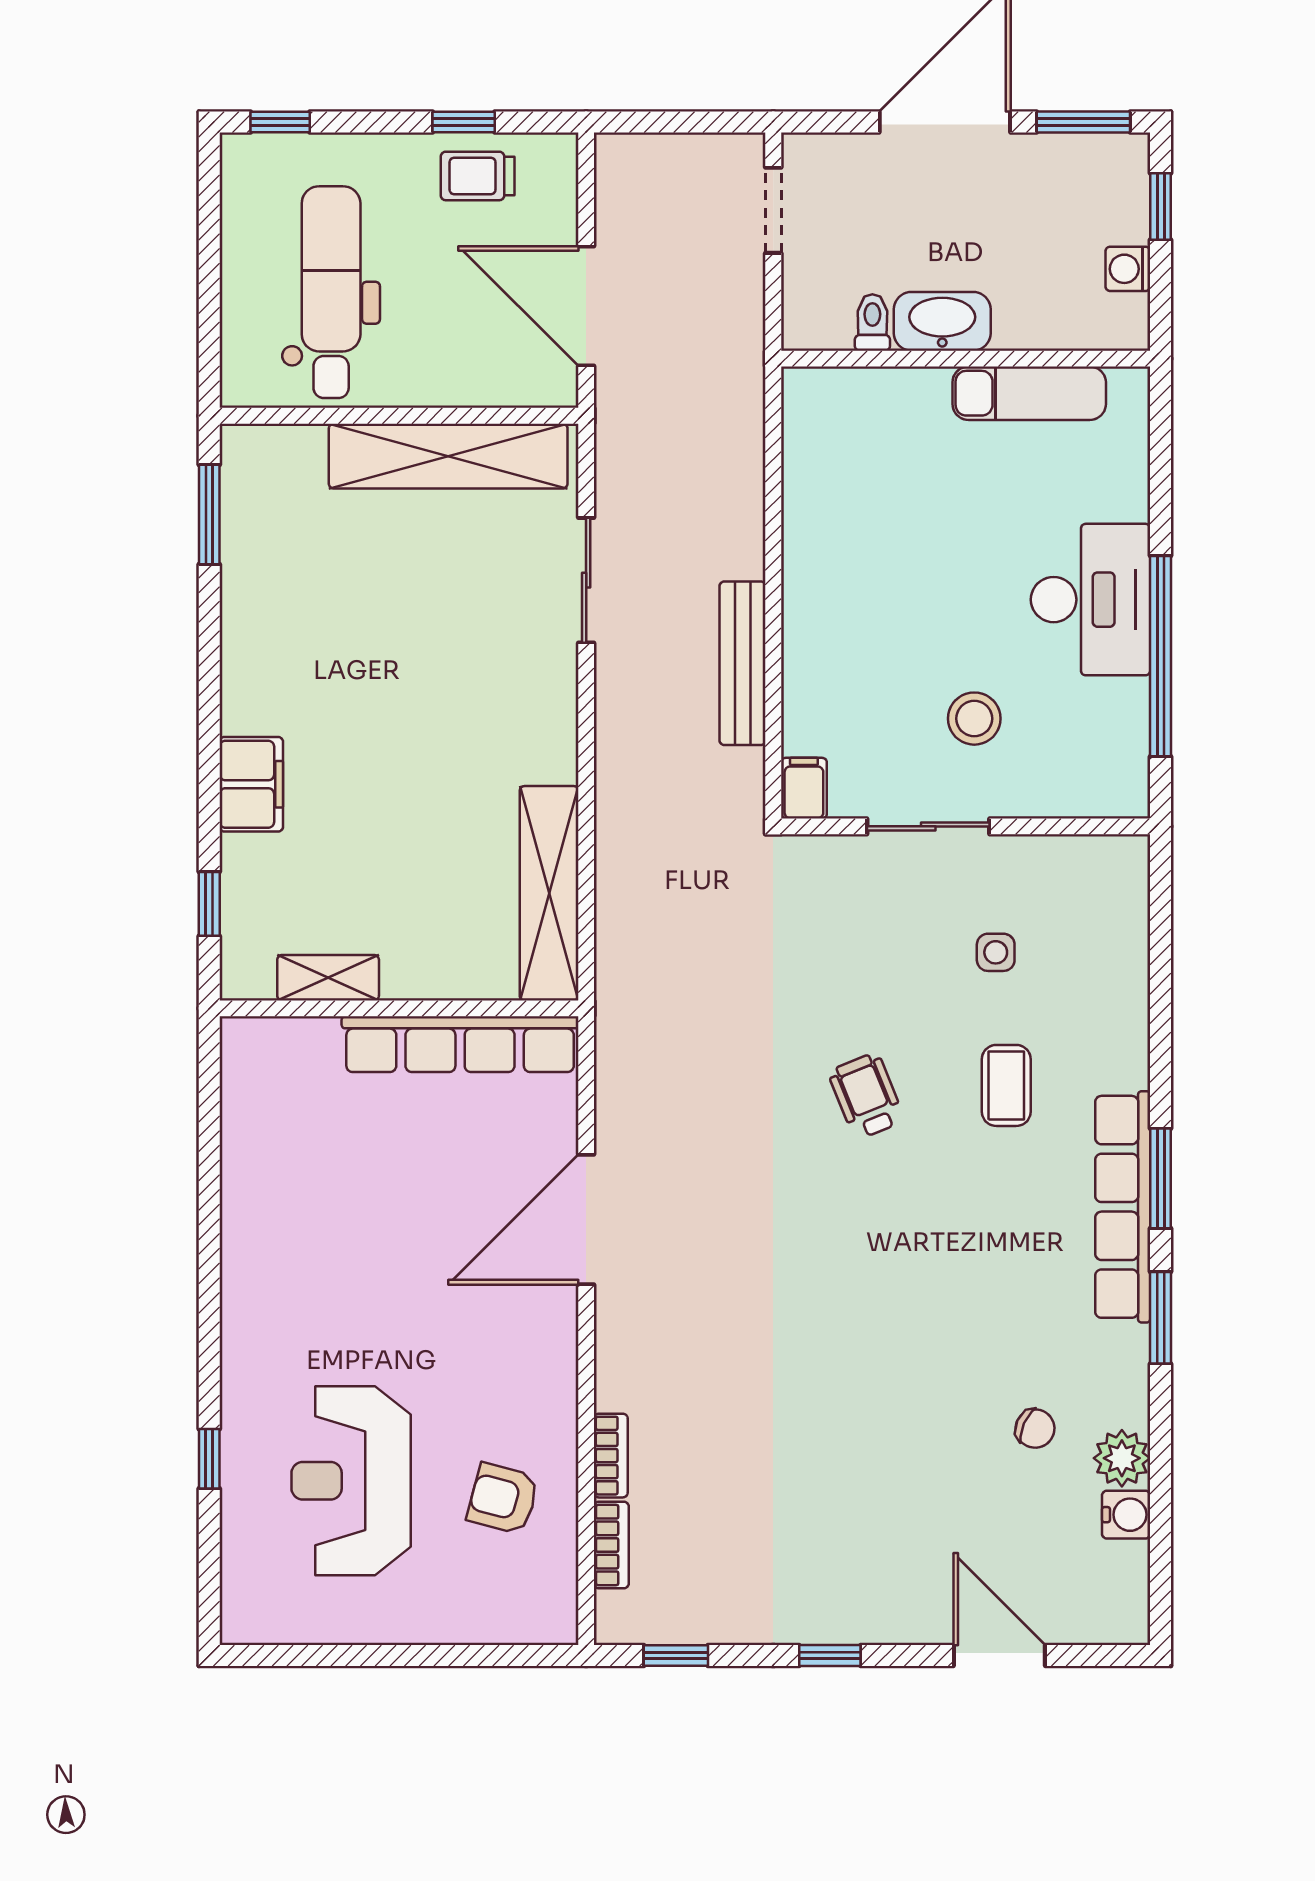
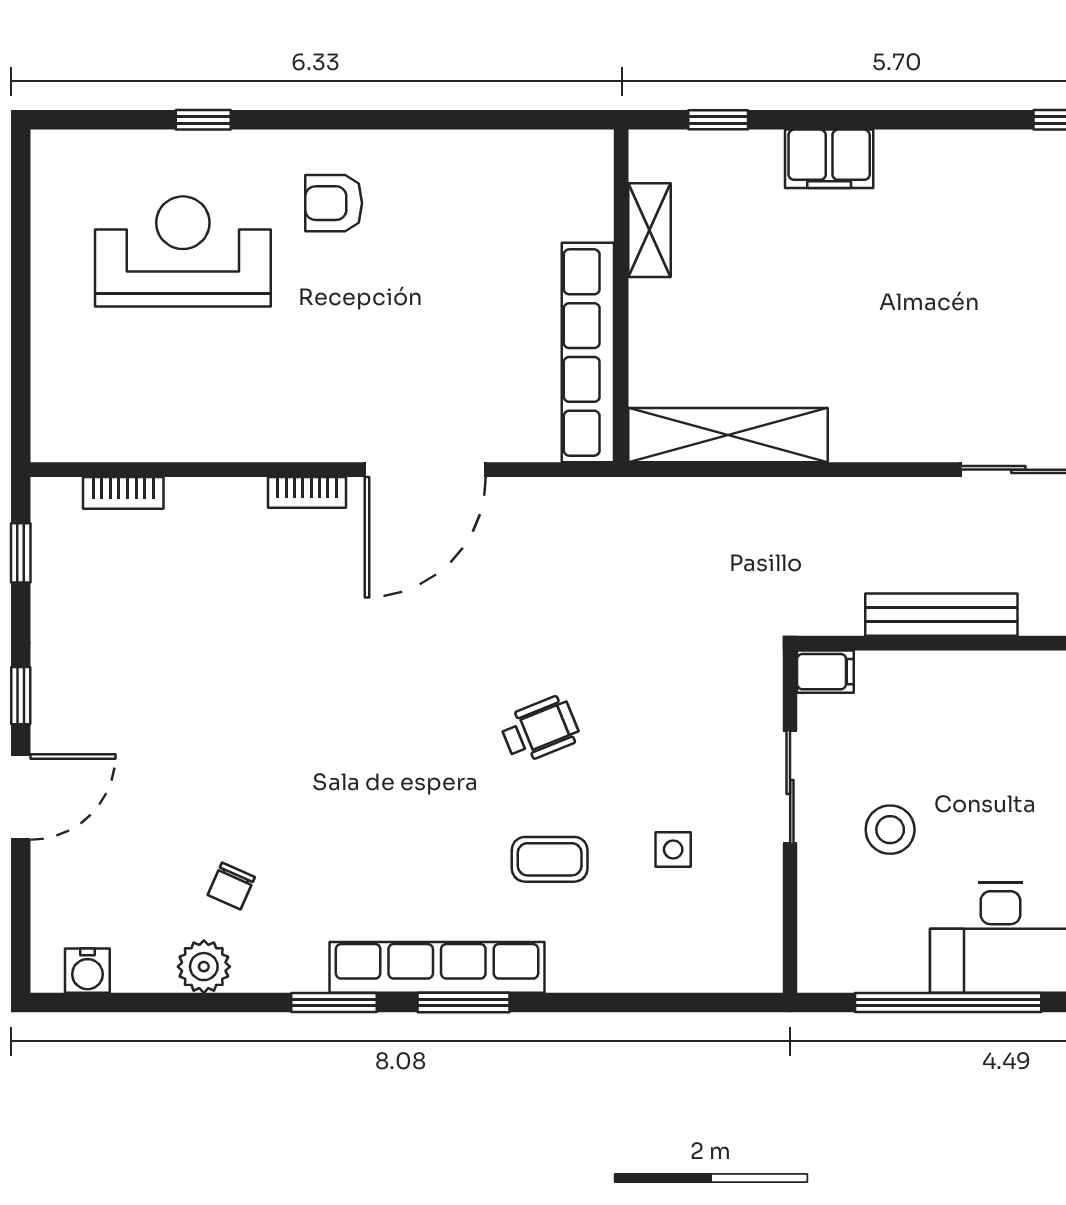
door: (586, 1219) -> (425, 470), swing flipped
bookcase: (611, 1456) -> (307, 492), moved
armchair: (503, 1499) -> (334, 203), moved, turned -105
water cooler: (1126, 1515) -> (87, 971), moved
door: (999, 1656) -> (21, 797), moved

